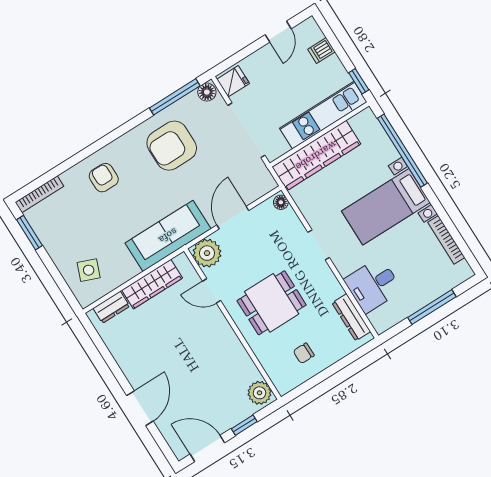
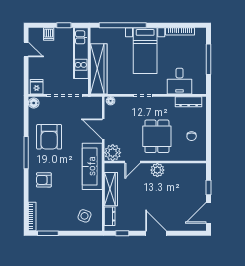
window: (359, 81) -> (64, 25), moved
window: (175, 97) -> (26, 153), moved
window: (98, 341) -> (122, 233), added
plant: (260, 393) -> (157, 170), moved
door: (140, 408) -> (156, 233), moved

